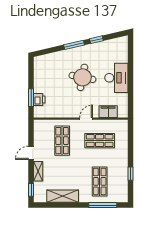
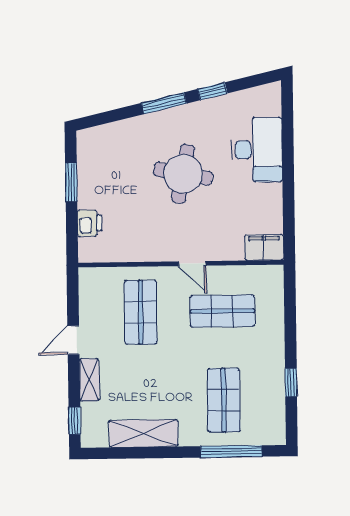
desk: (116, 78) -> (257, 150), moved
window: (31, 98) -> (71, 182), moved
filing cabinet: (108, 112) -> (264, 247), moved
door: (86, 119) -> (192, 264), swing flipped

